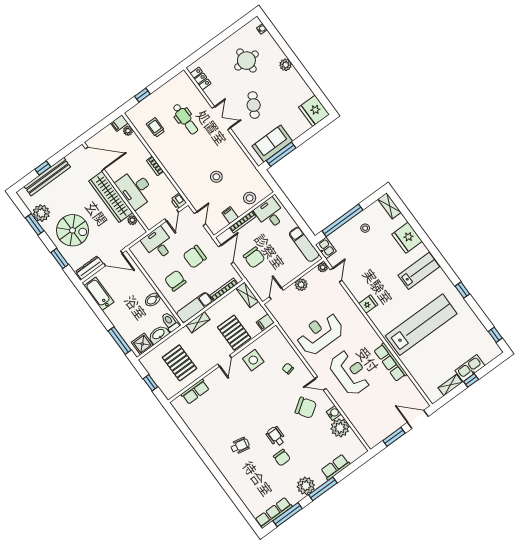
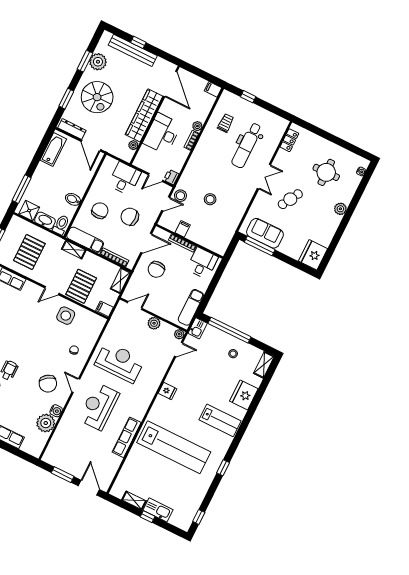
dental chair: (185, 119) -> (247, 145), width x1.36, depth x1.38
plant: (128, 131) -> (197, 126), moved
stool: (250, 198) -> (180, 196), moved
reception desk: (350, 373) -> (99, 407), turned 180

